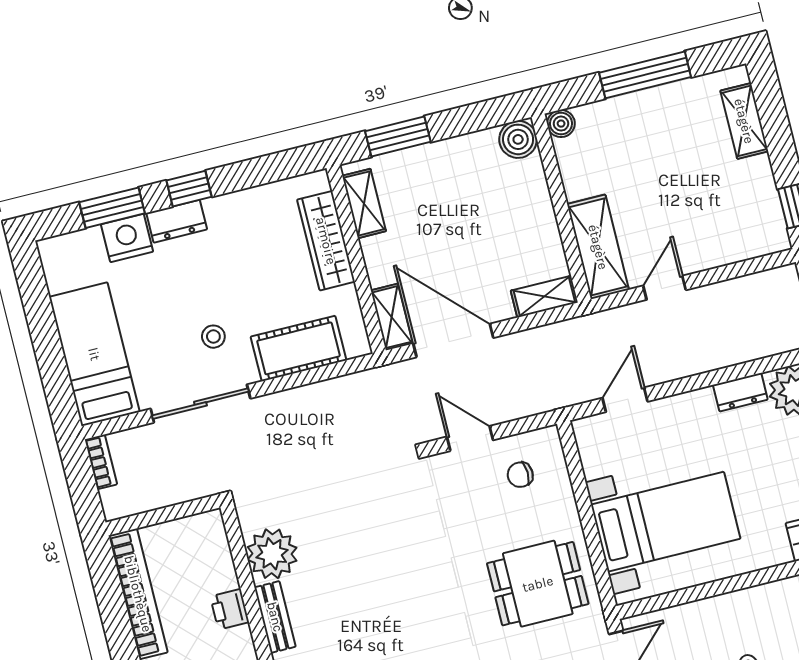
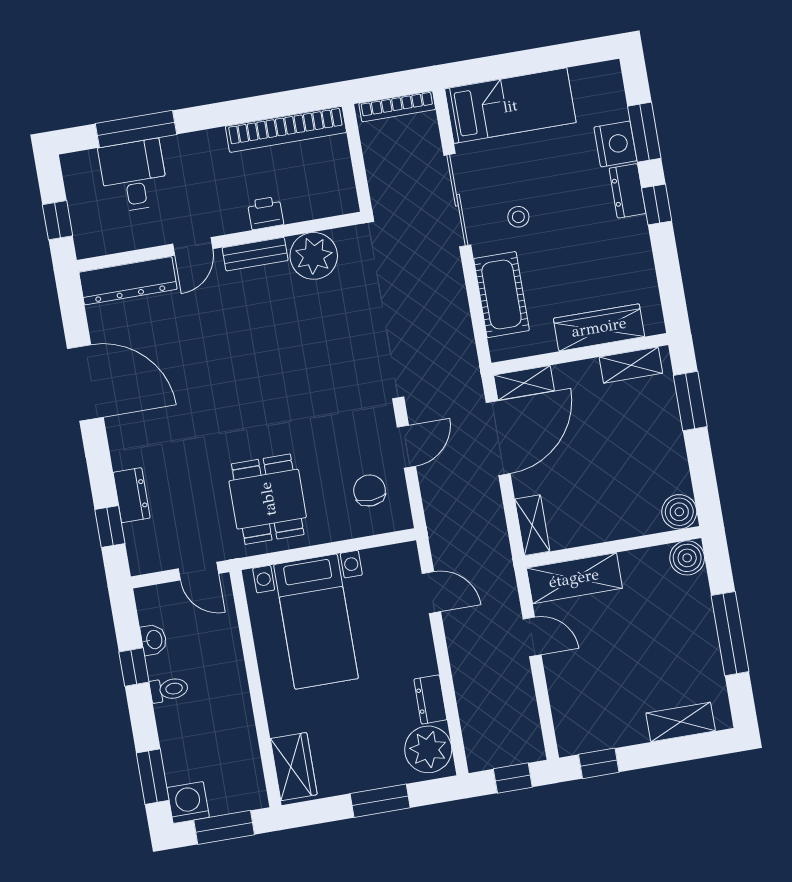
boiler: (561, 124) -> (687, 558), width x1.36, depth x1.36
bookcase: (101, 462) -> (397, 106), width x1.56
chair: (520, 475) -> (370, 490), width x1.37, depth x1.37

